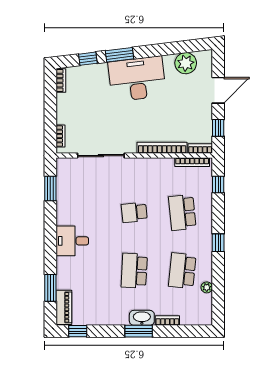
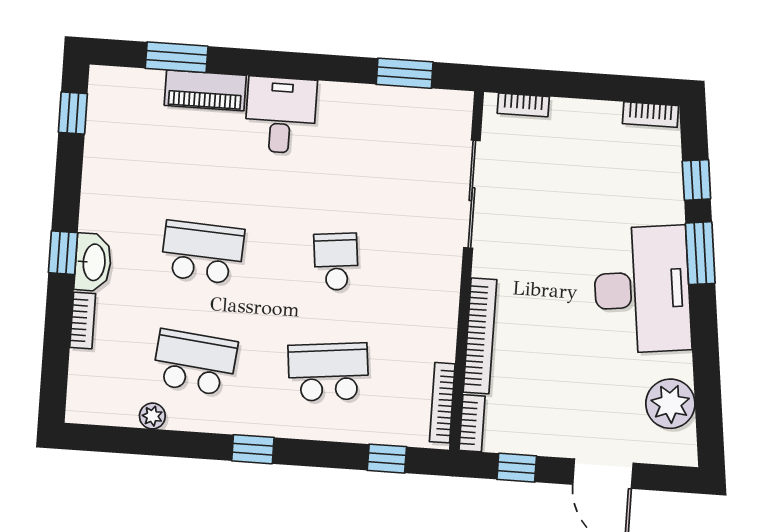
piano: (64, 307) -> (205, 90), moved
window: (139, 331) -> (63, 253), width x0.67

